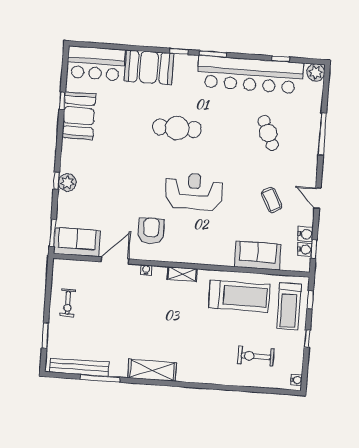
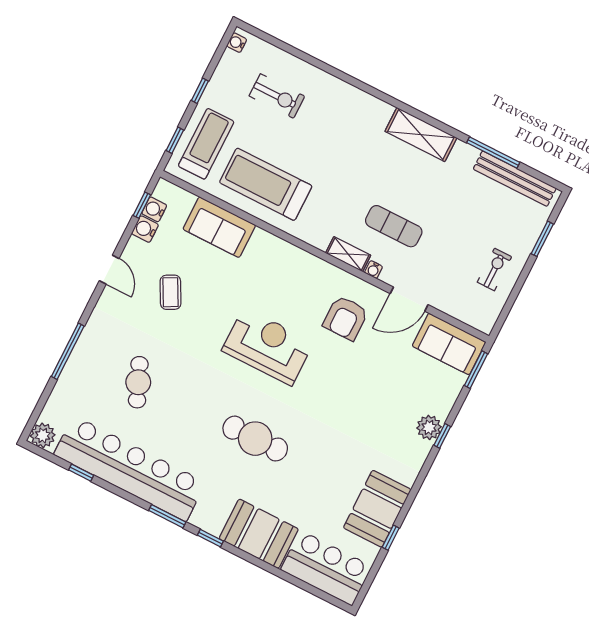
reception desk: (194, 191) -> (268, 346), turned 180
shelving: (182, 274) -> (348, 254), moved
exercise mat: (145, 304) -> (394, 226), added

